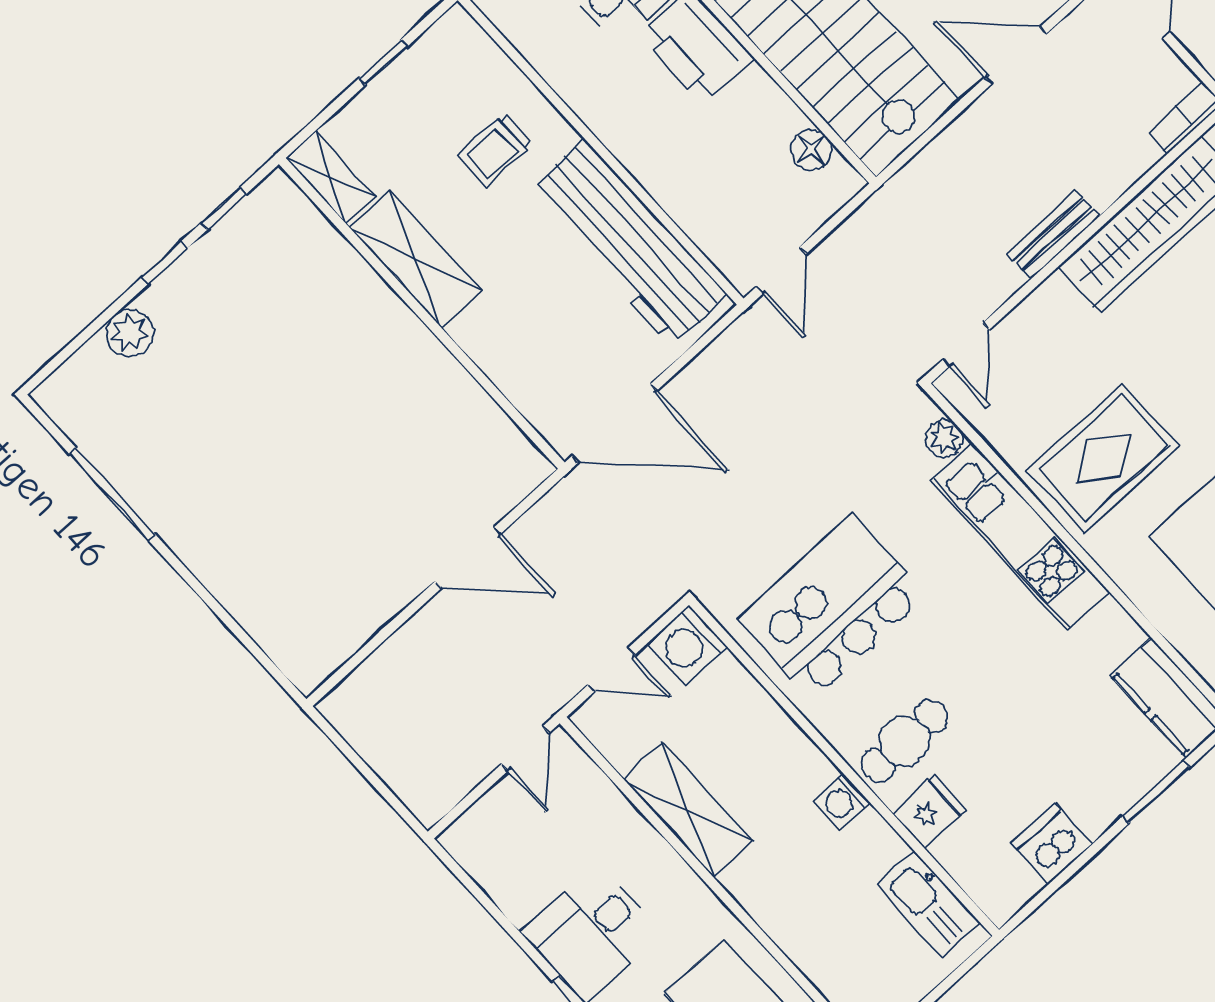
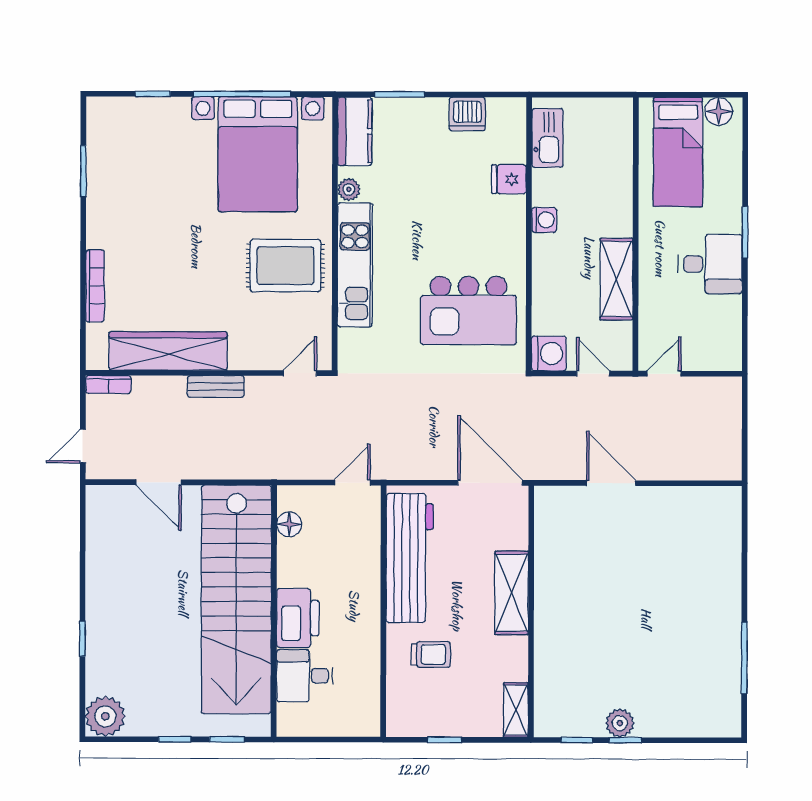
shelving: (415, 259) -> (512, 593), moved
plant: (129, 333) -> (620, 723), moved
plant: (944, 438) -> (349, 190), moved
cafe table: (905, 741) -> (491, 221), removed

